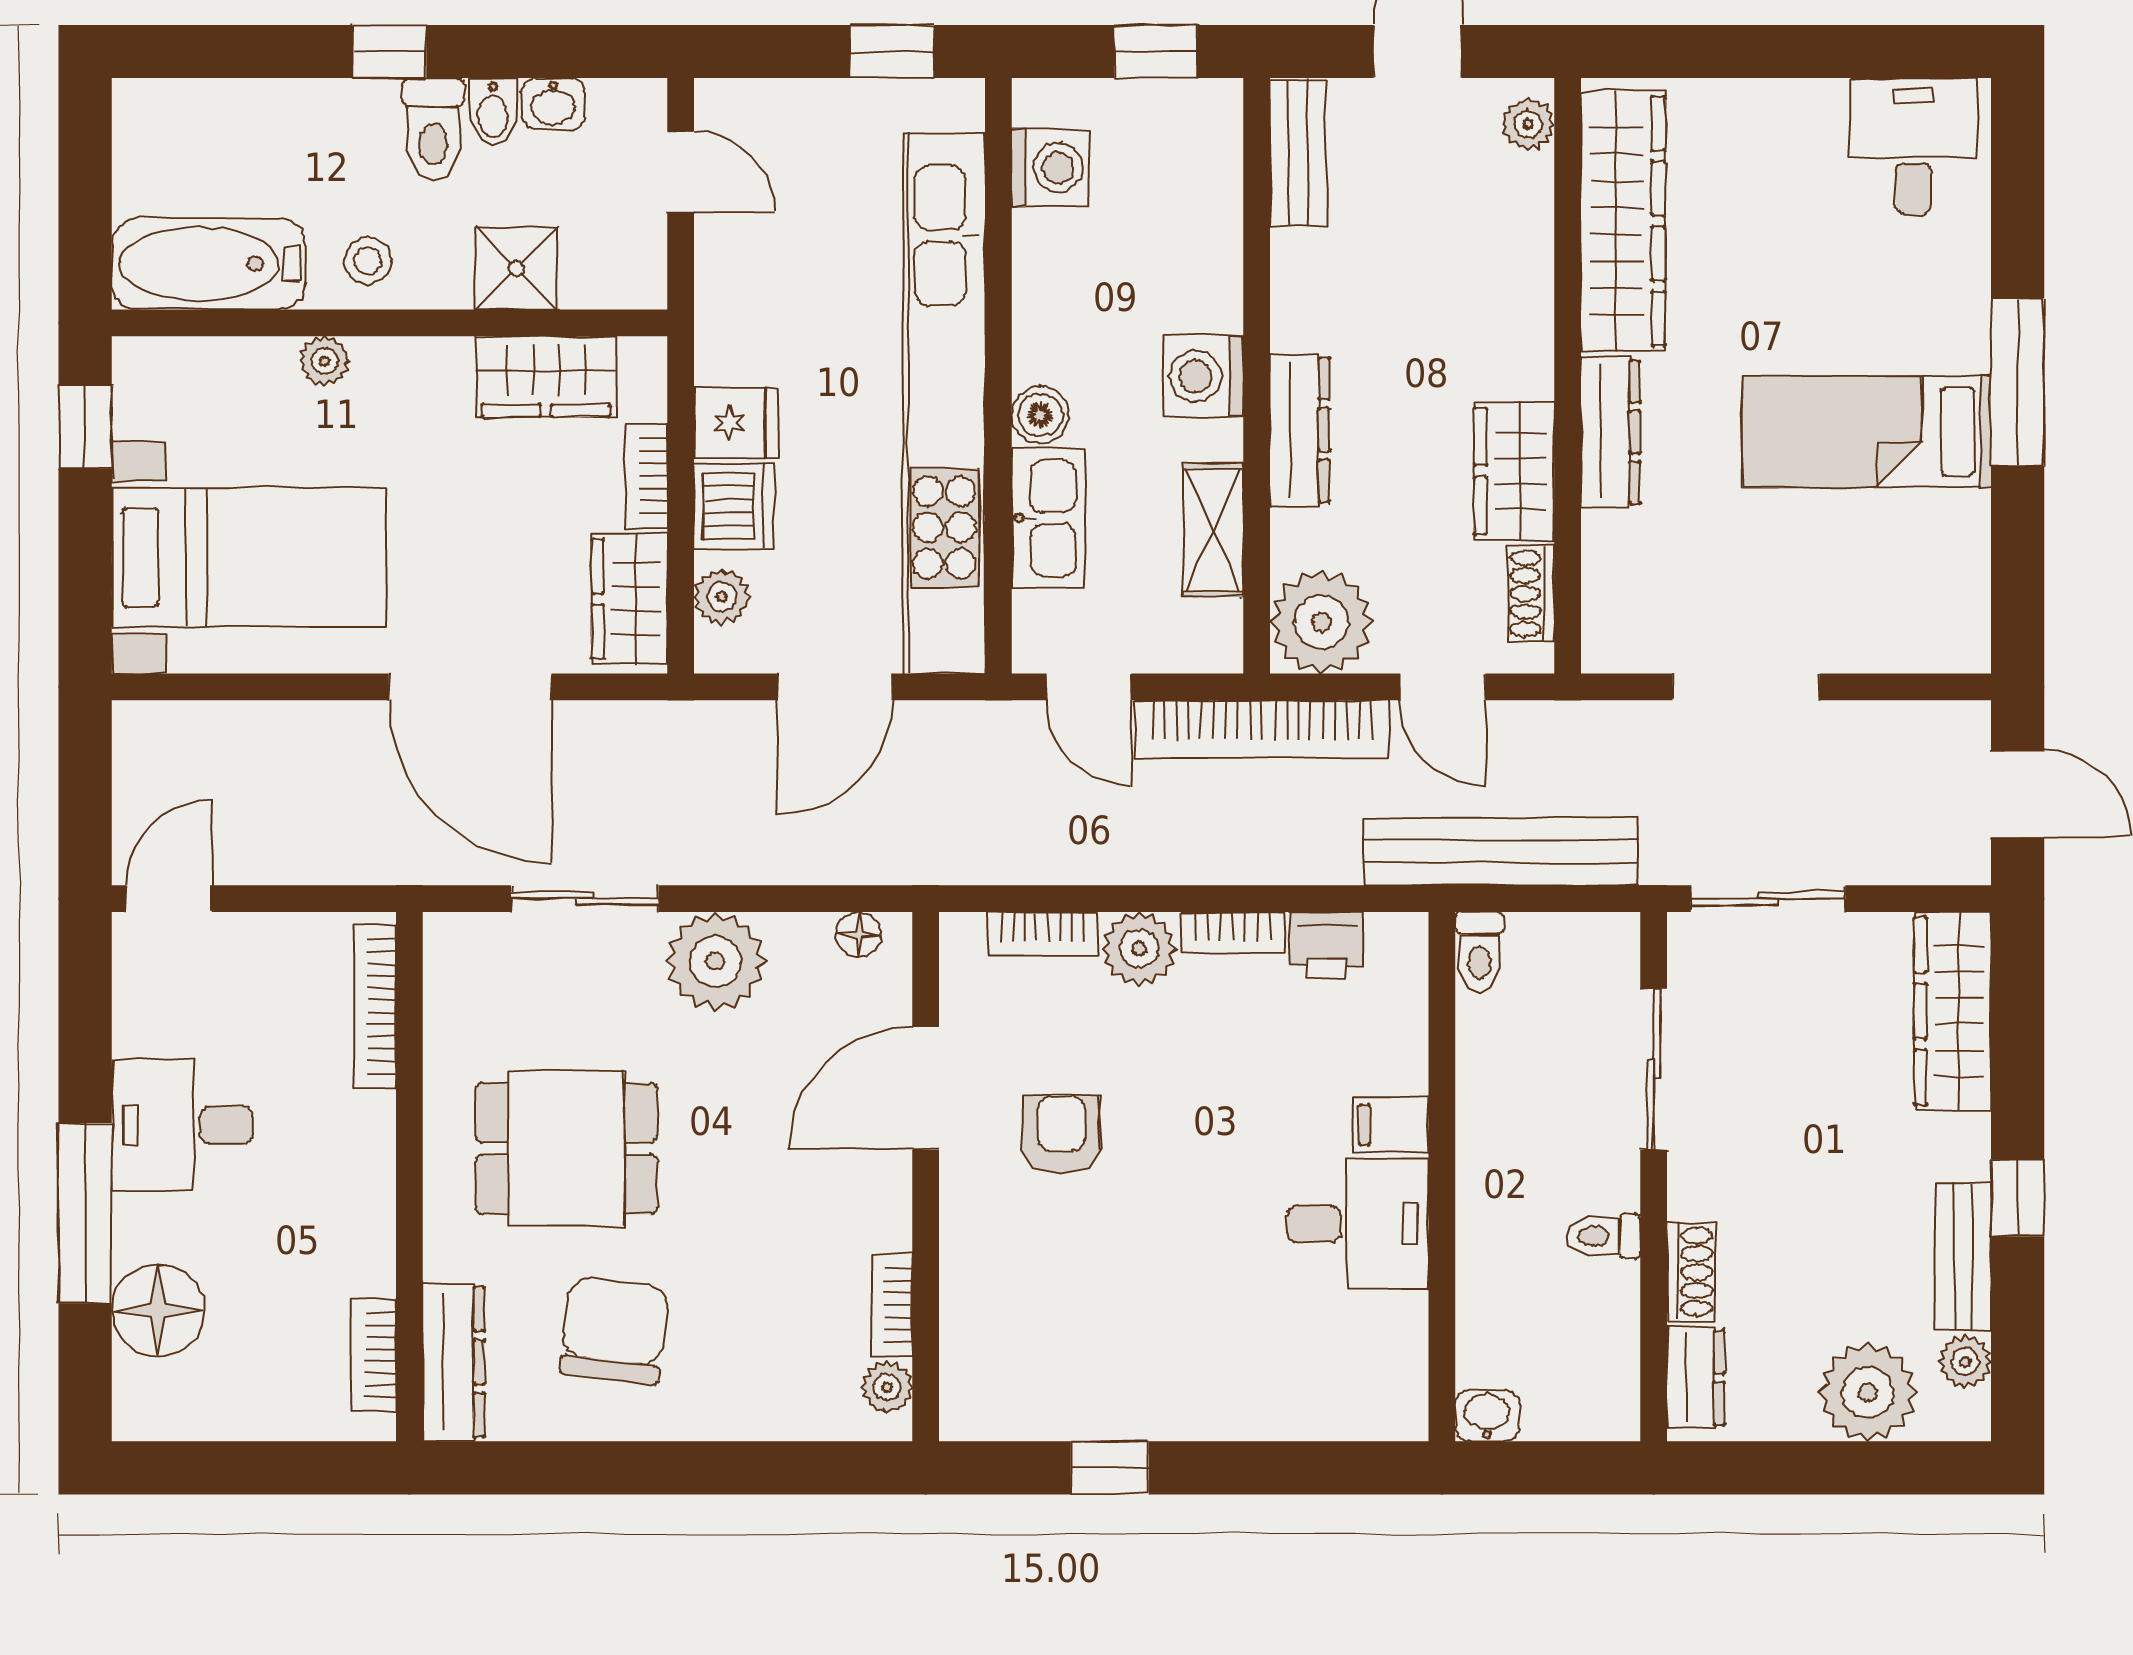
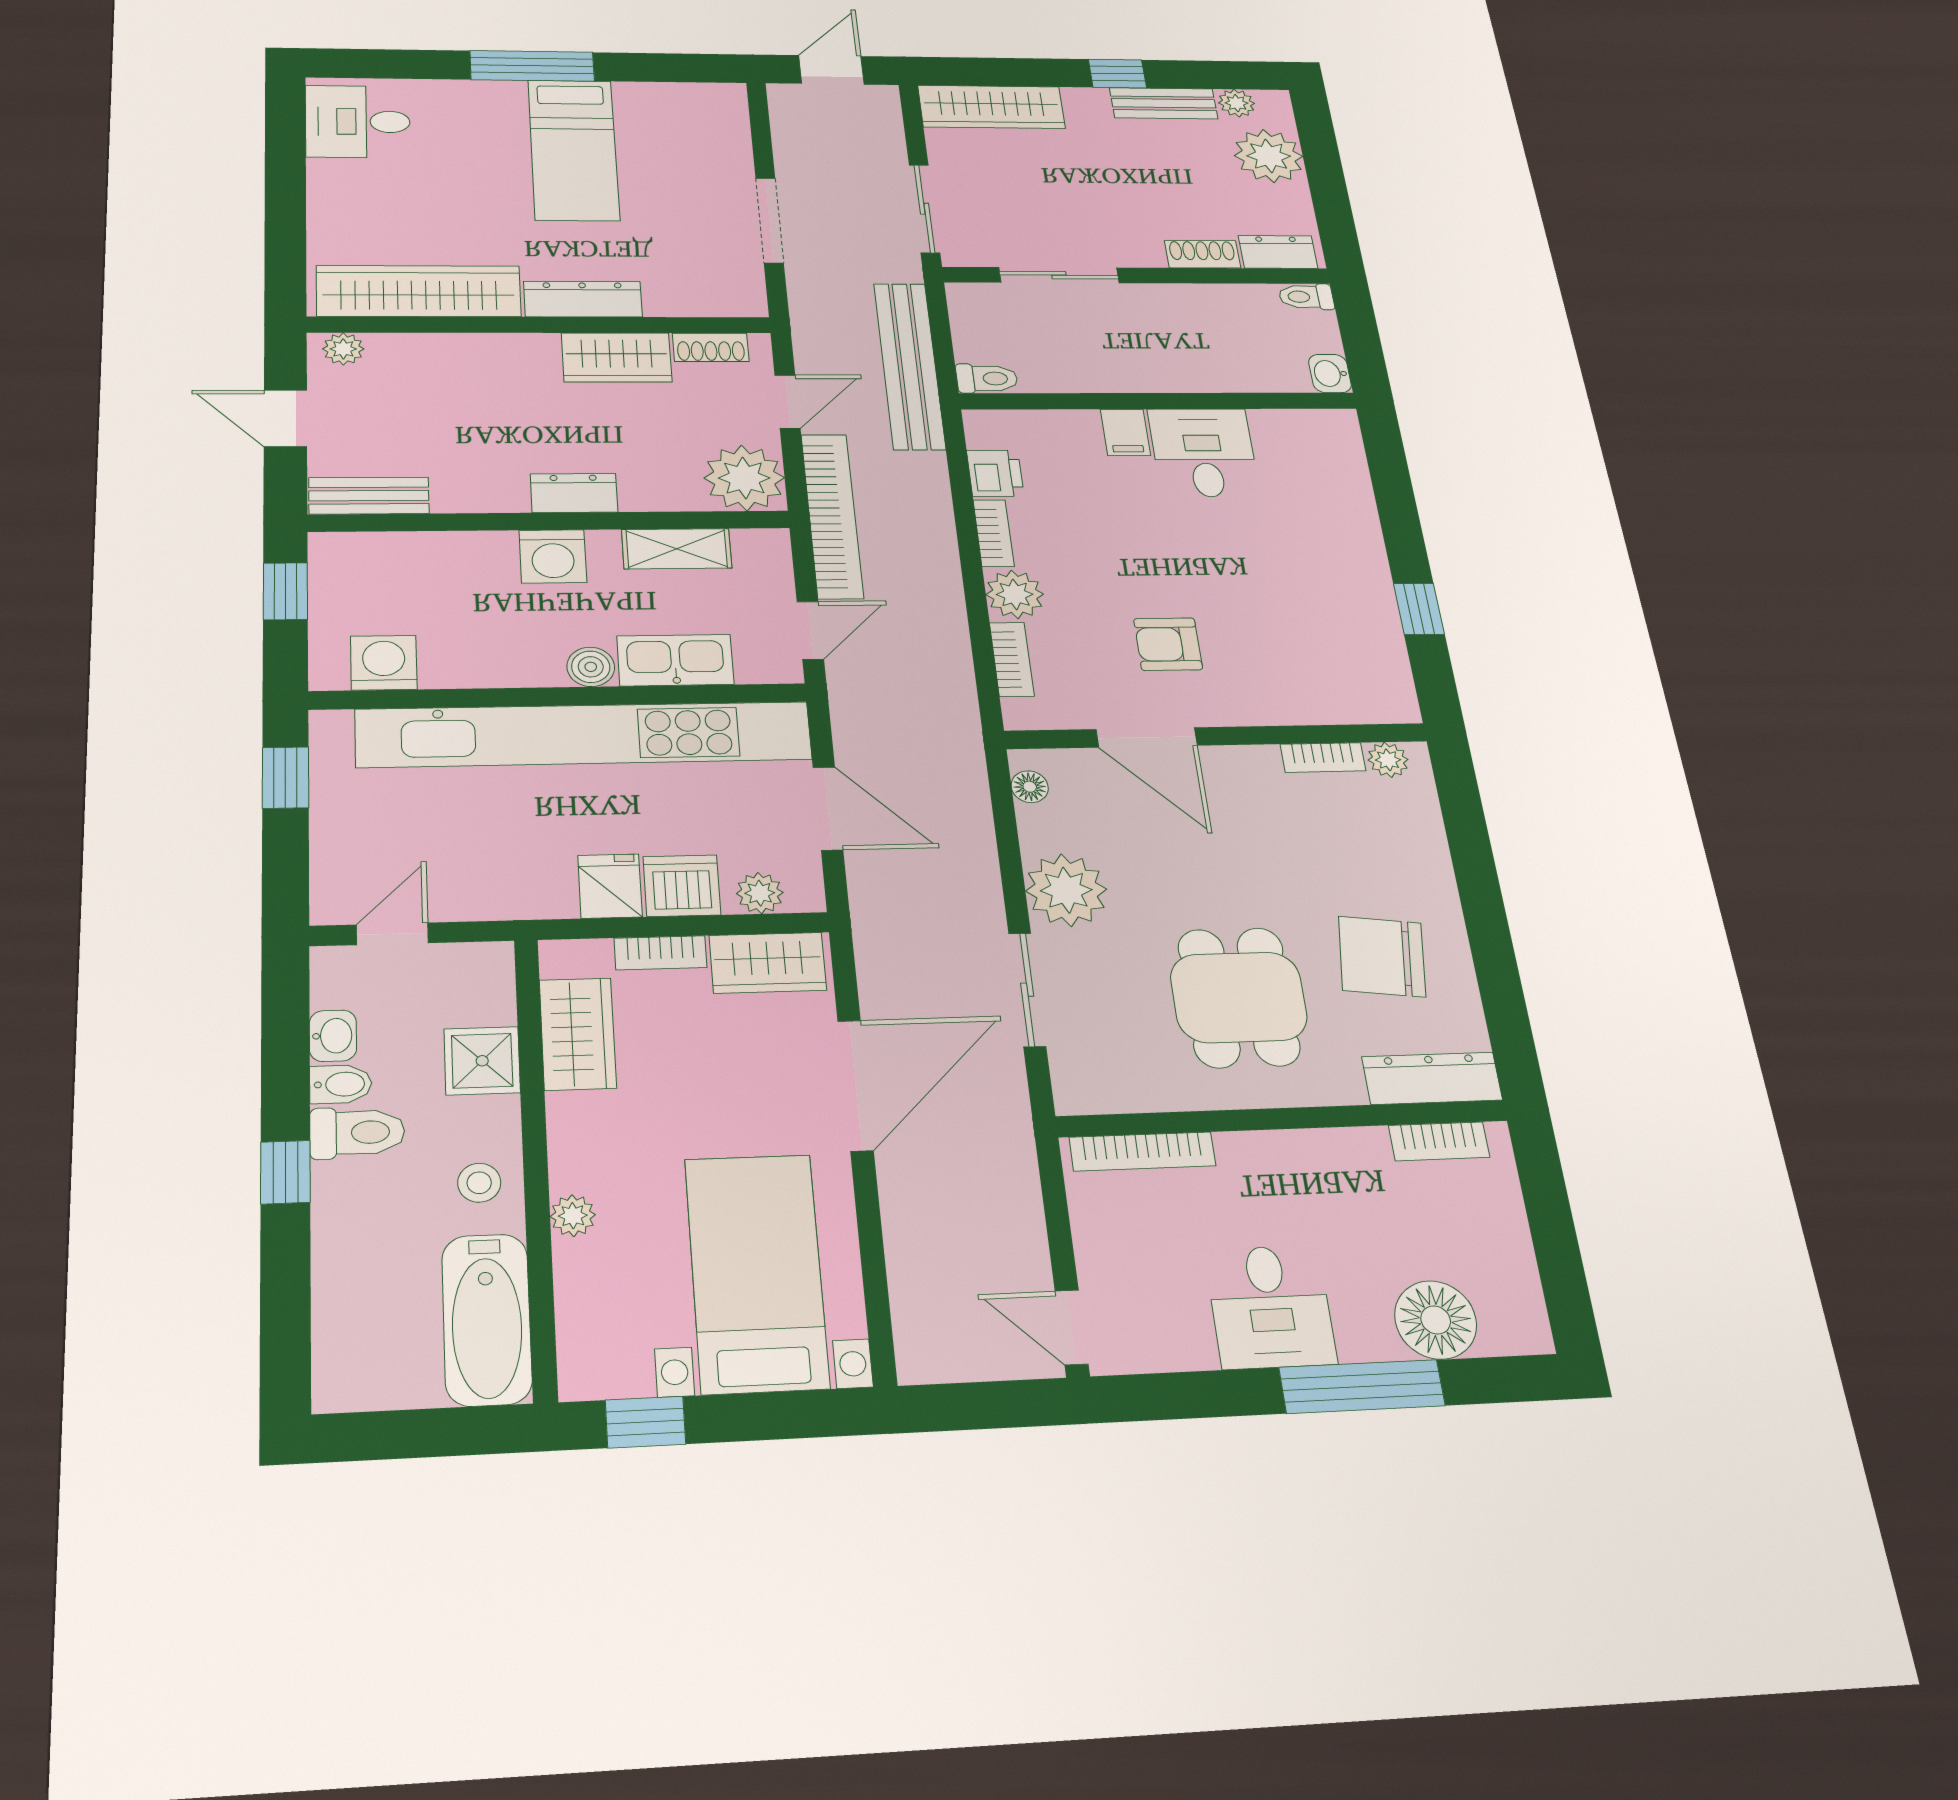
dresser: (1300, 430) -> (574, 493), width x0.70
toilet: (1604, 1236) -> (1306, 297), moved, turned 90

